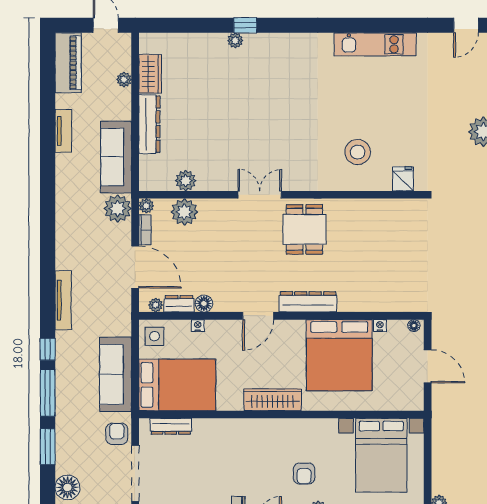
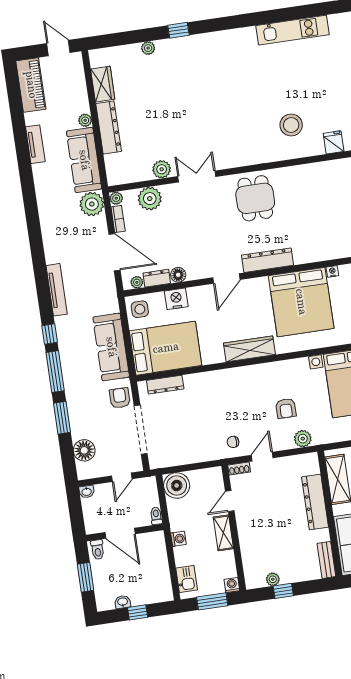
plant: (235, 40) -> (148, 48), moved
plant: (124, 80) -> (85, 120), moved
plant: (186, 181) -> (162, 169), moved
double door: (260, 195) -> (197, 176), moved
nightstand: (198, 326) -> (176, 299), width x1.89, depth x1.79

